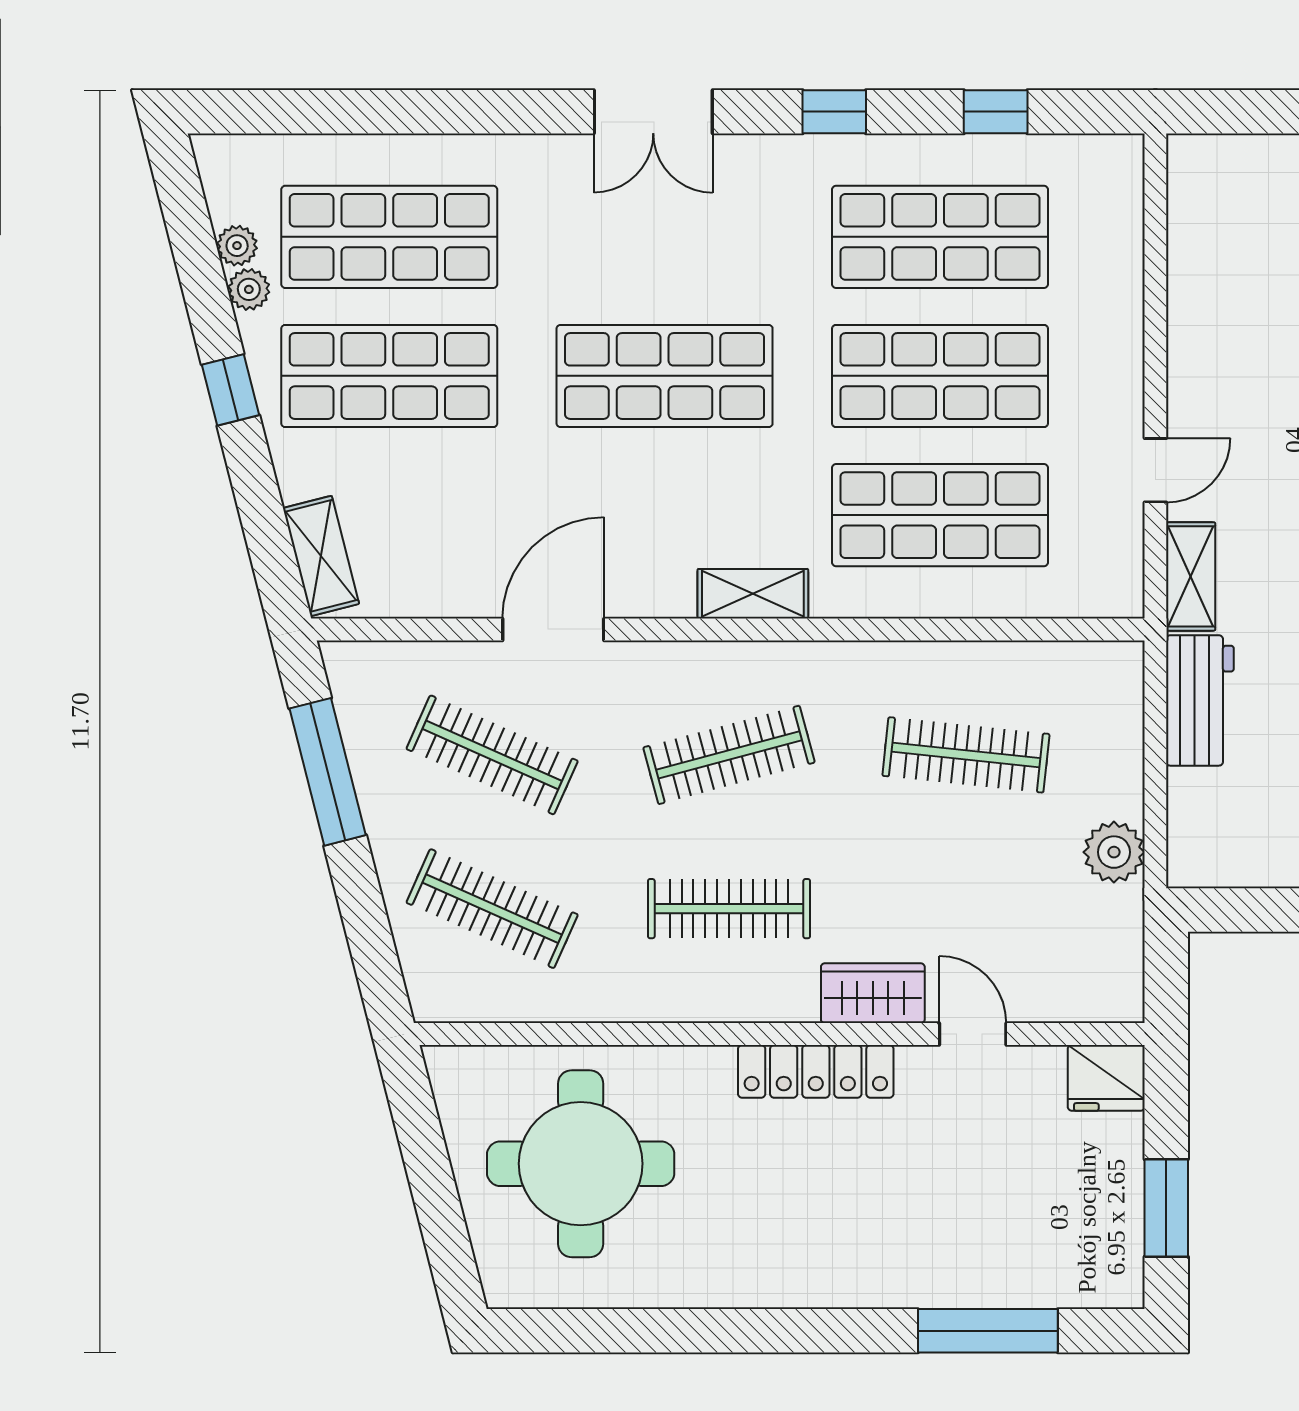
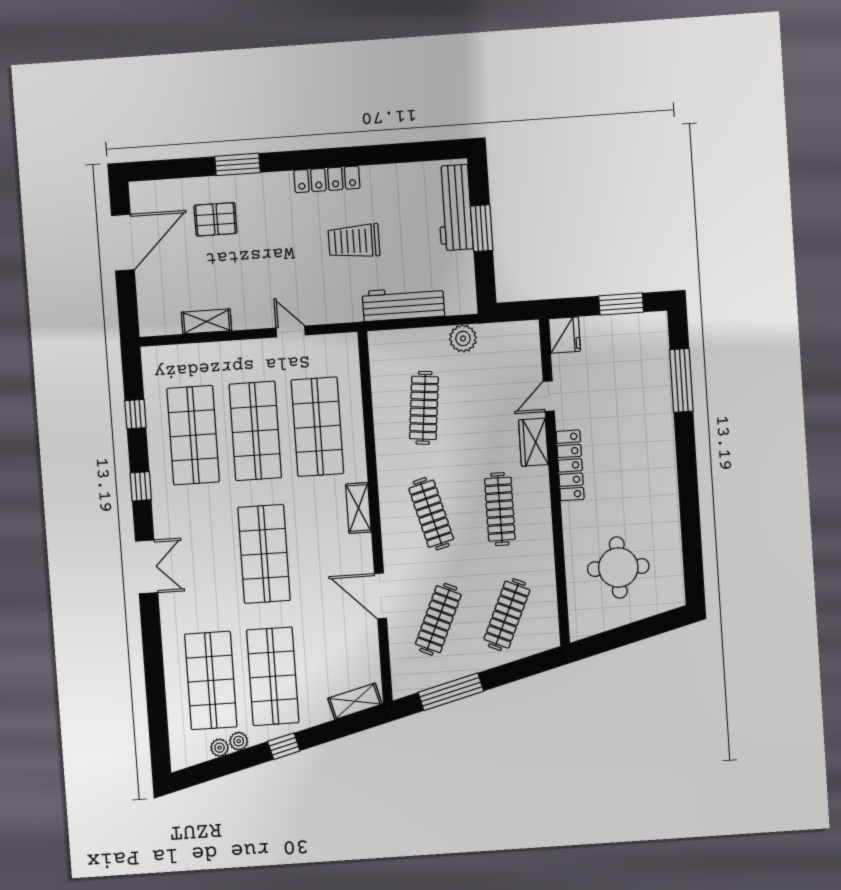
shelving: (1191, 576) -> (207, 321), moved
workbench: (1200, 700) -> (403, 304), width x1.38
round table: (581, 1164) -> (618, 568), width x0.73, depth x0.73

